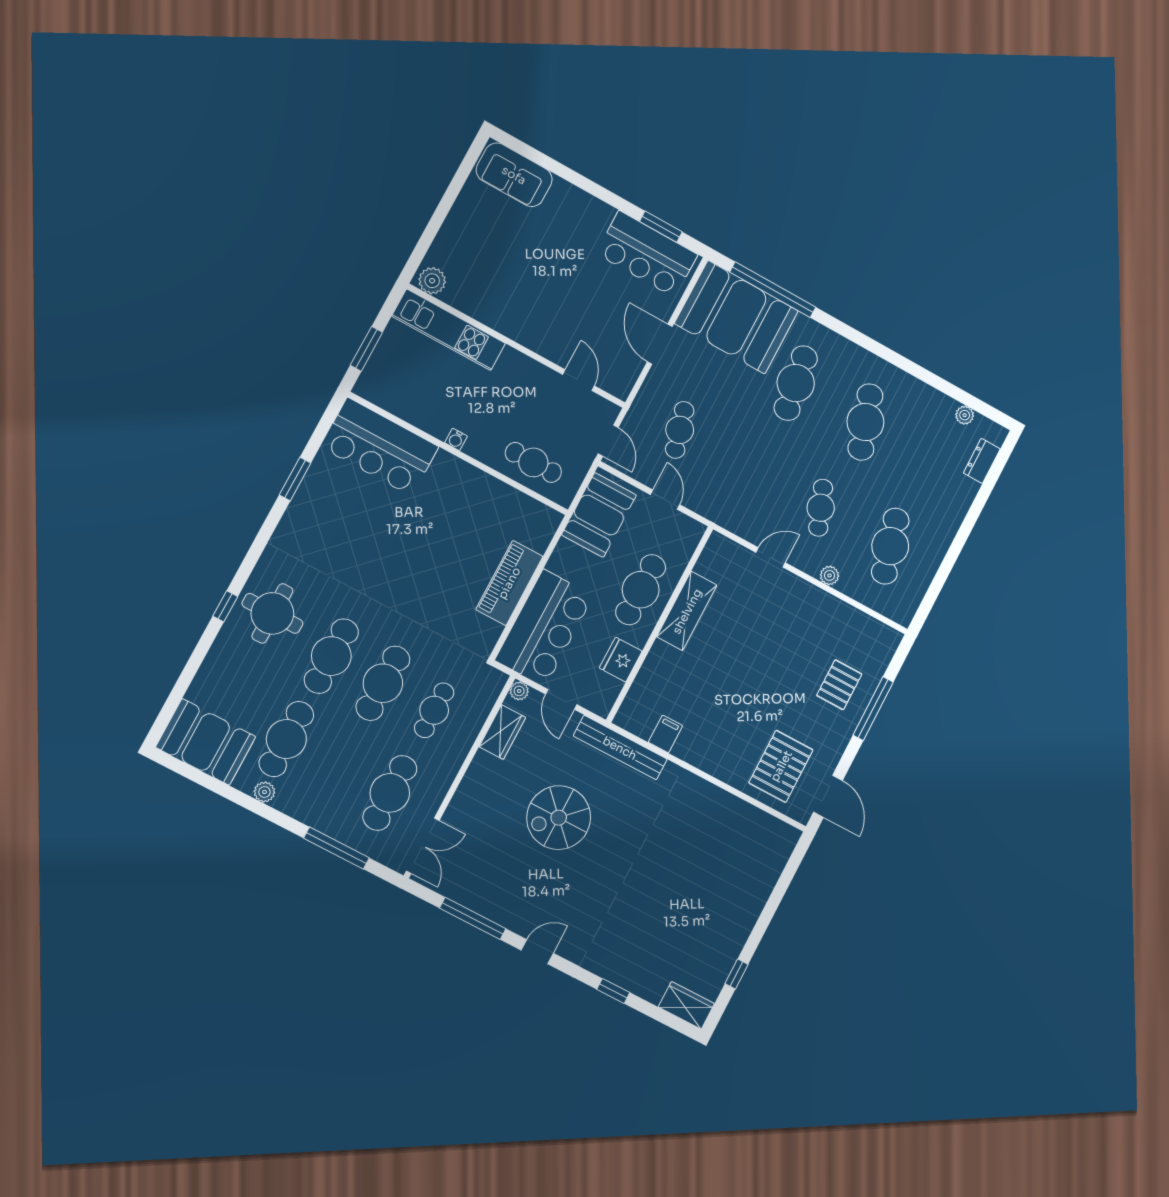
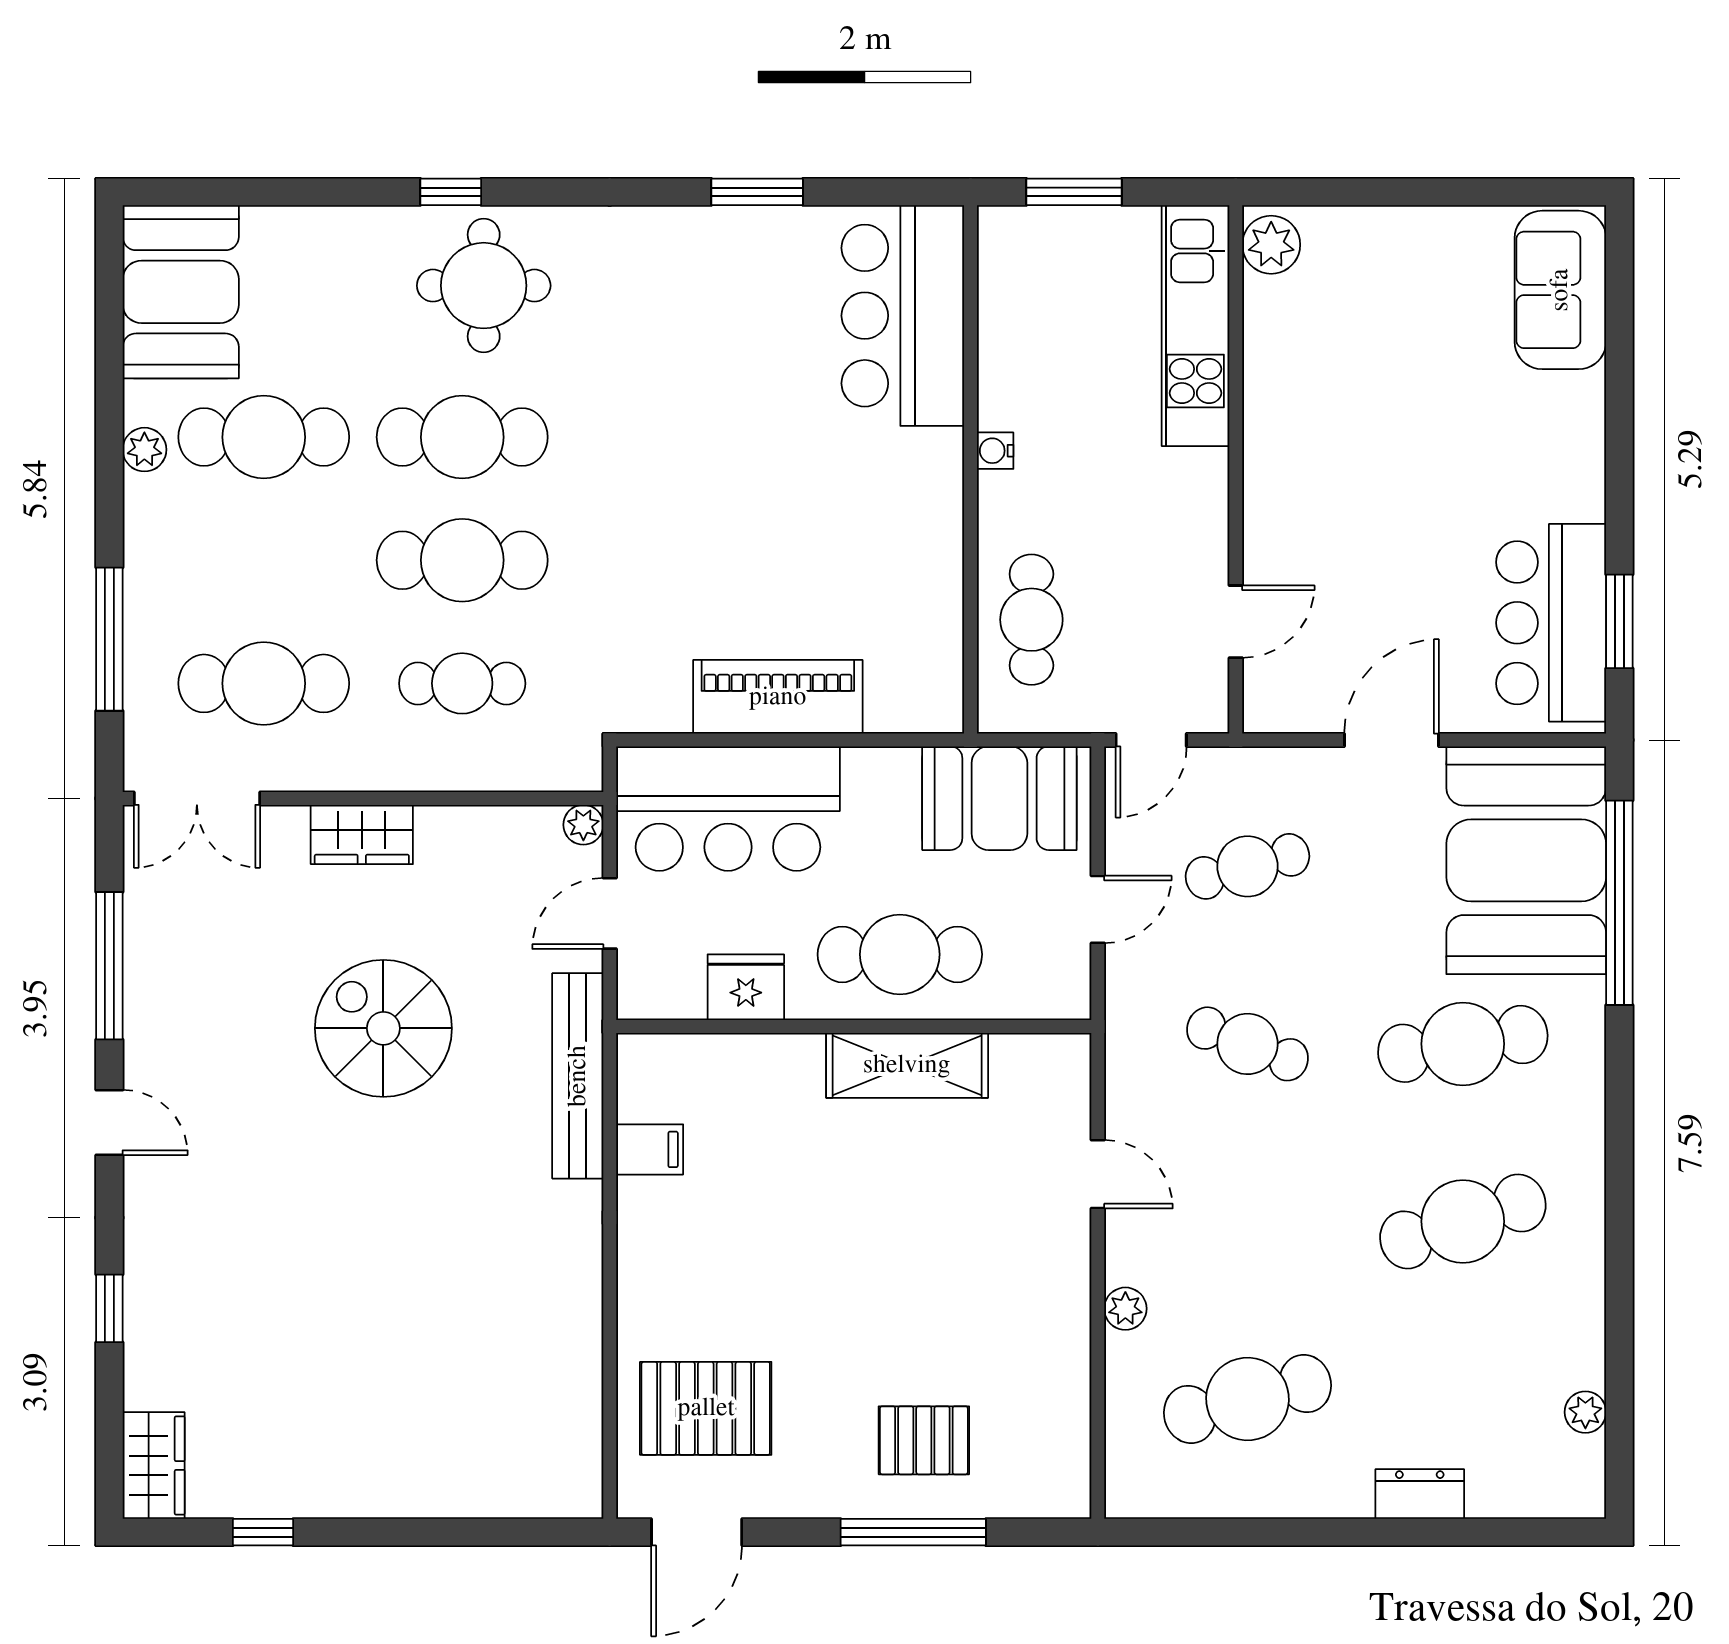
dresser: (982, 461) -> (1420, 1494), moved
cafe table: (821, 508) -> (1247, 1044), moved, turned 42
wardrobe: (502, 732) -> (362, 834), moved

